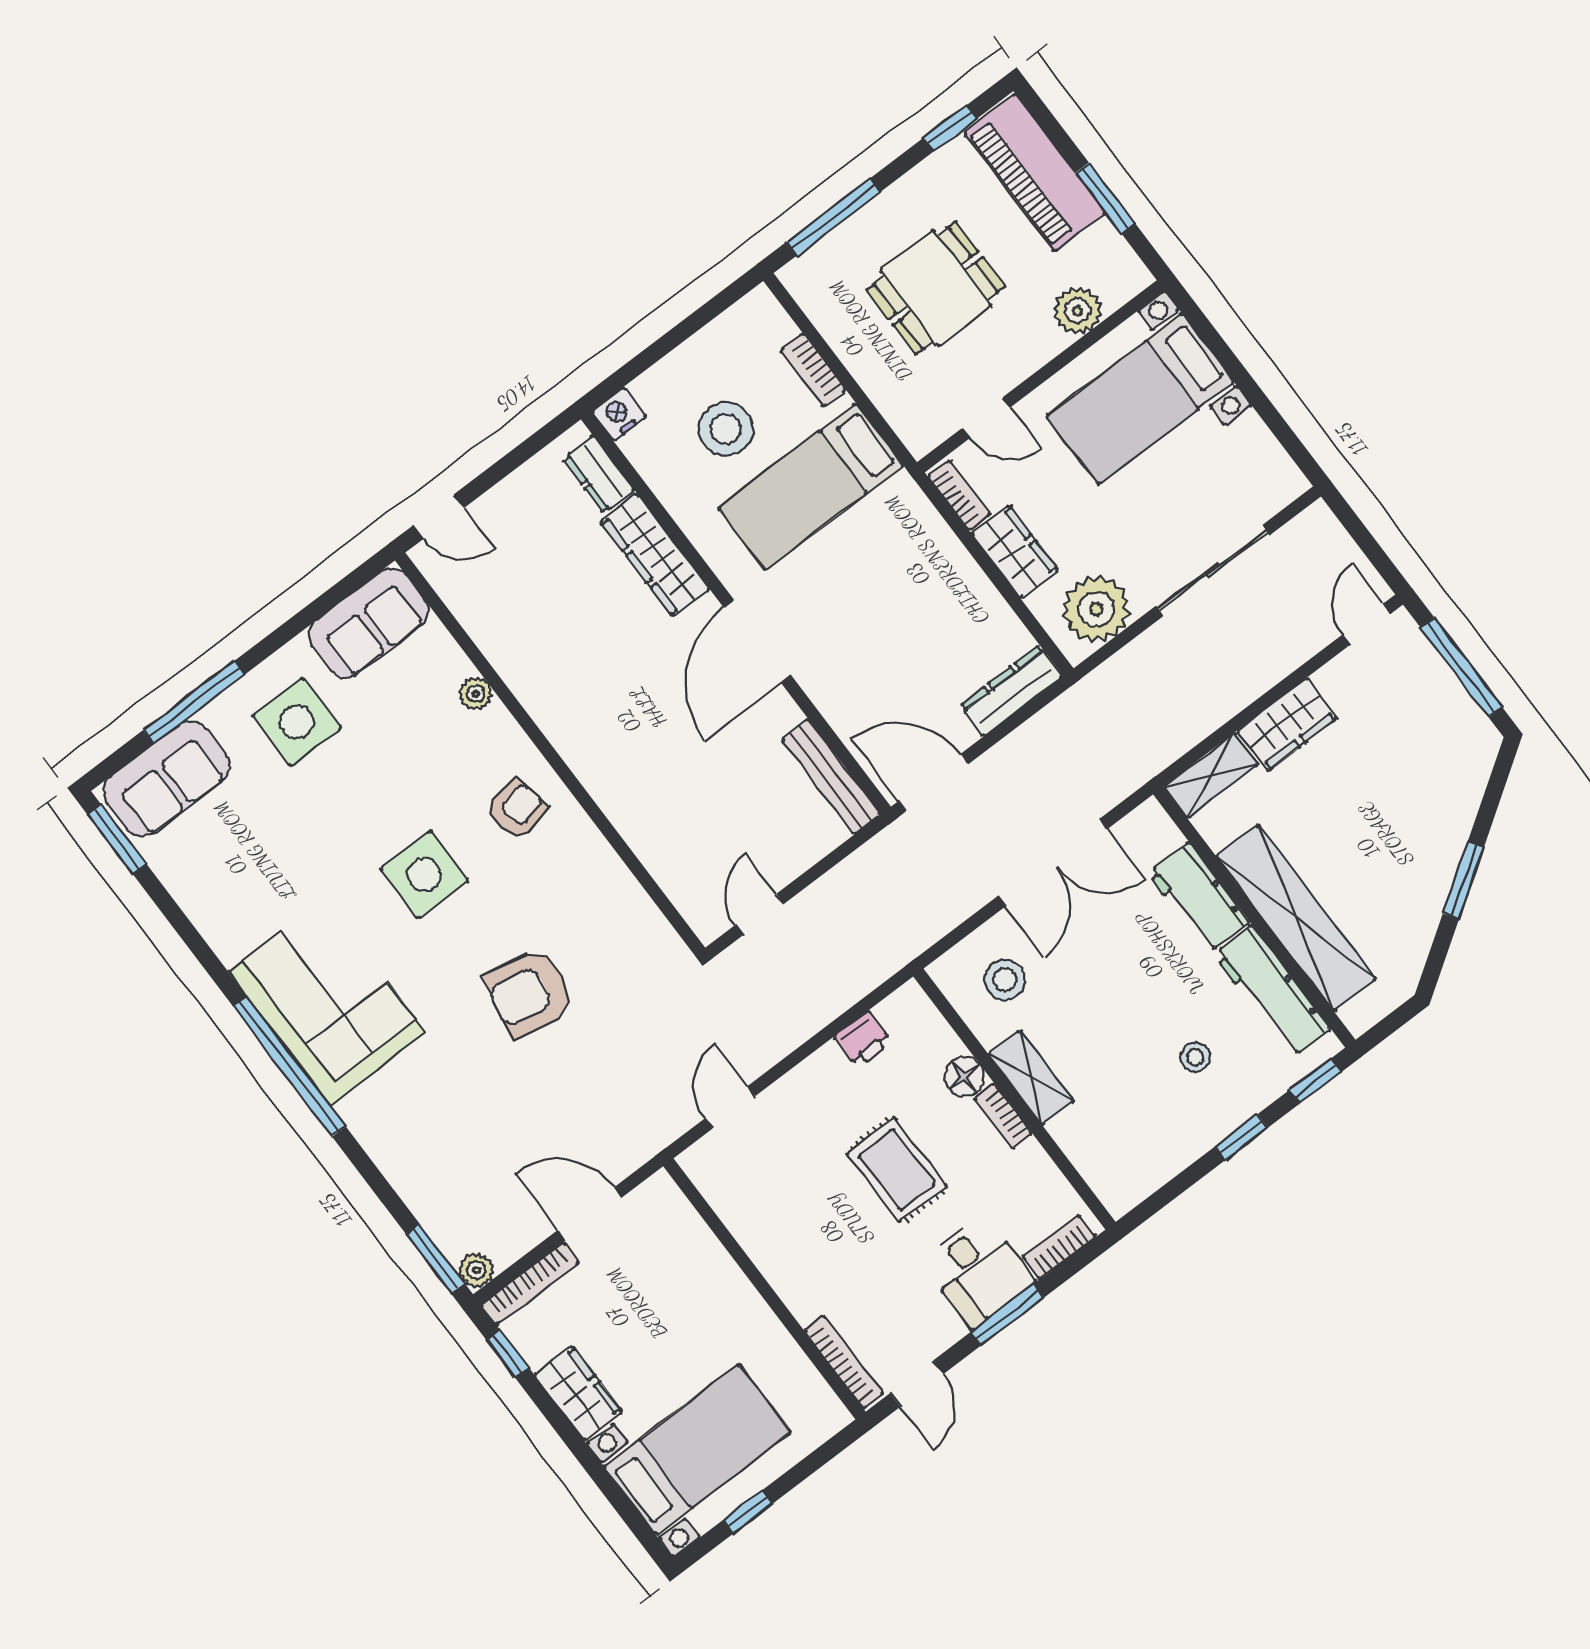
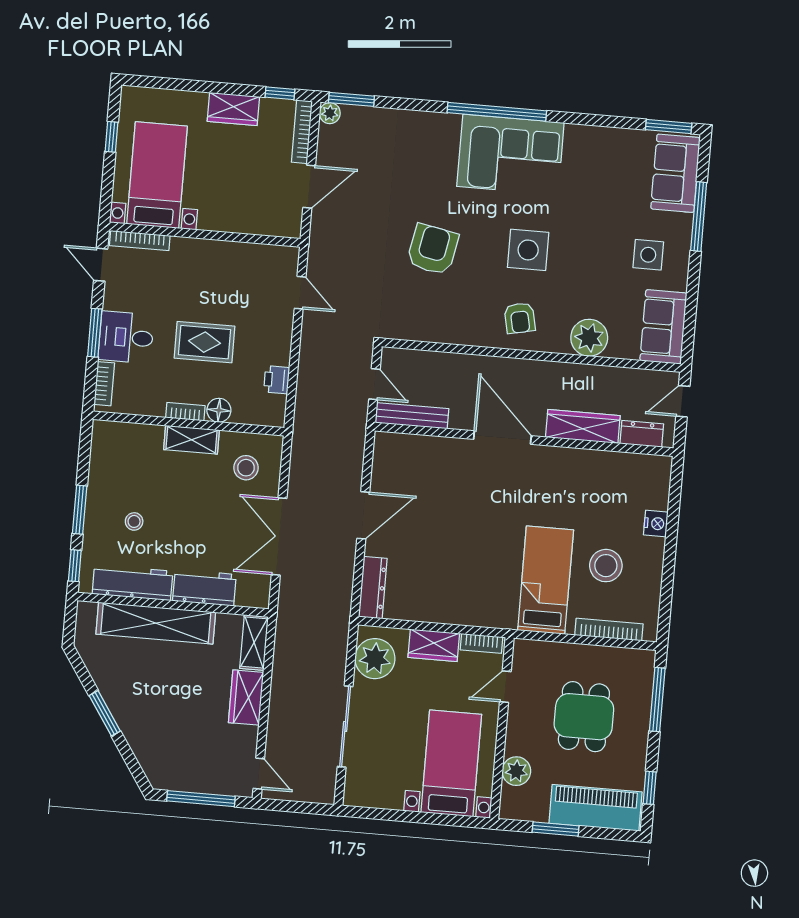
bookcase: (813, 370) -> (609, 630), width x1.56
dresser: (598, 475) -> (642, 434), moved
wardrobe: (655, 555) -> (583, 426), moved
wall: (736, 613) -> (524, 439), moved
door: (758, 642) -> (502, 438), moved
plant: (476, 694) -> (589, 338), width x1.87, depth x1.87
side table: (297, 722) -> (648, 255), width x0.73, depth x0.73
bench: (831, 777) -> (412, 416), moved
window: (1241, 1137) -> (80, 510), width x1.50
bed with nightstands: (697, 1449) -> (157, 175), moved, turned 180

